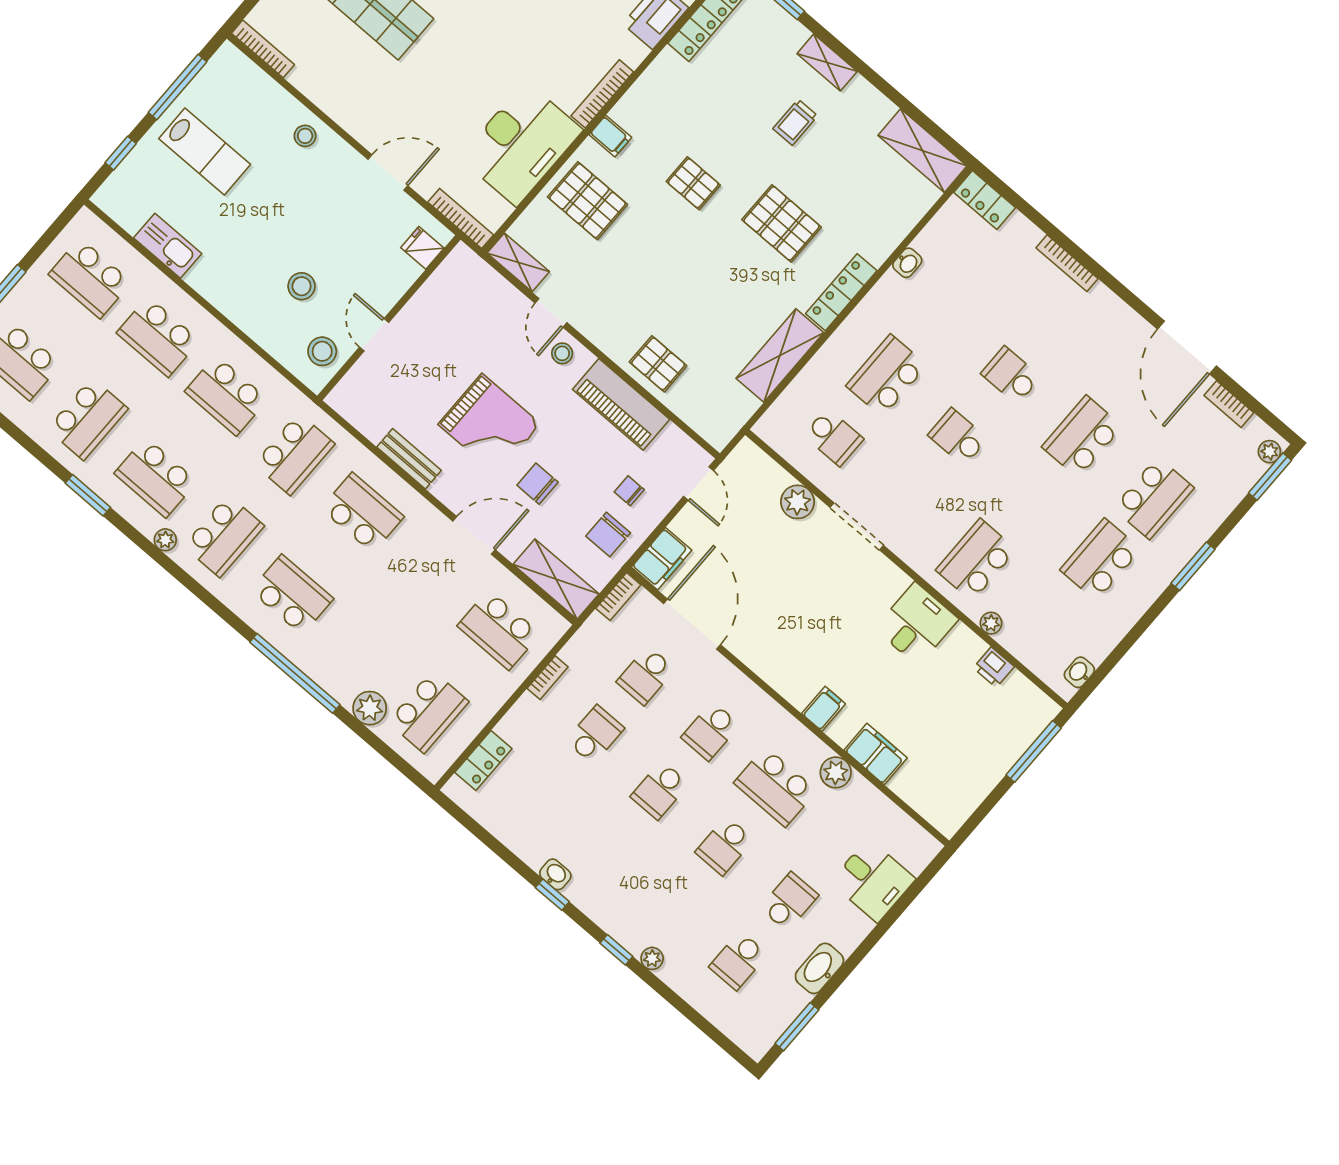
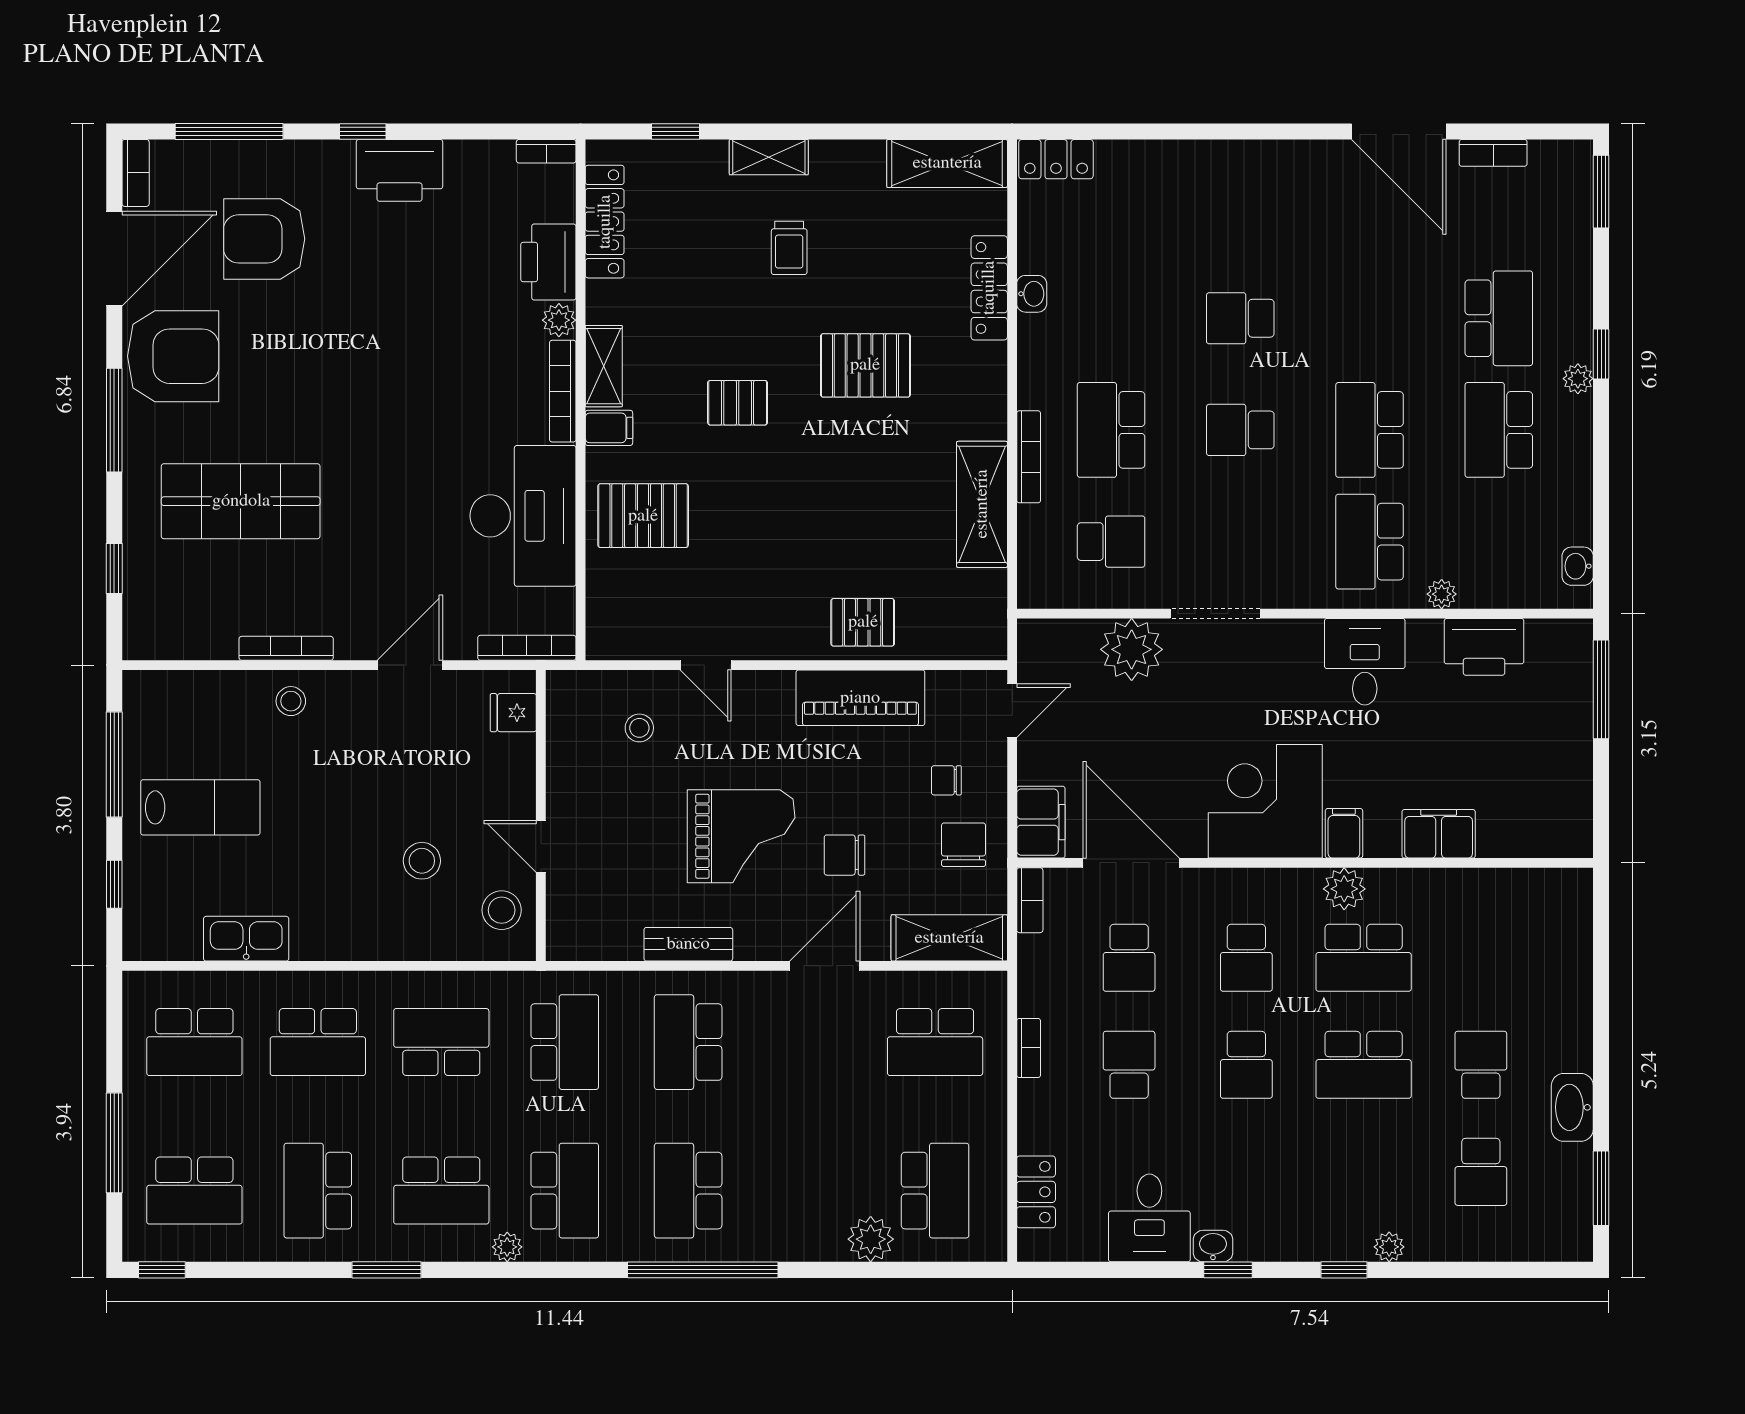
bookcase: (263, 49) -> (286, 648), moved
plant: (634, 53) -> (559, 320), added
shelving: (518, 262) -> (604, 366), moved, turned 90
bookcase: (1067, 263) -> (1029, 457), moved, turned -90
locker: (841, 292) -> (989, 288), moved
stool: (562, 353) -> (639, 728), moved
school desk: (226, 395) -> (441, 1042), turned 180
school desk: (88, 419) -> (318, 1191), turned 180
school desk: (1082, 437) -> (1370, 430), moved
plant: (1269, 452) -> (1578, 379), moved
door: (699, 483) -> (1012, 711), hinge flipped
plant: (797, 502) -> (1132, 649), width x1.36, depth x1.36
school desk: (362, 513) -> (688, 1042), turned -90
chair: (608, 534) -> (964, 845), turned 180
window: (1193, 566) -> (1601, 354), width x0.67
school desk: (292, 595) -> (688, 1191), turned -90
corner desk: (795, 654) -> (1265, 801), added
printer: (994, 667) -> (1484, 647), width x1.87, depth x1.48
window: (295, 673) -> (703, 1270), moved
plant: (836, 772) -> (1344, 889), moved
school desk: (724, 846) -> (1364, 1065), width x1.85
desk: (873, 881) -> (1149, 1218), moved, turned 90

